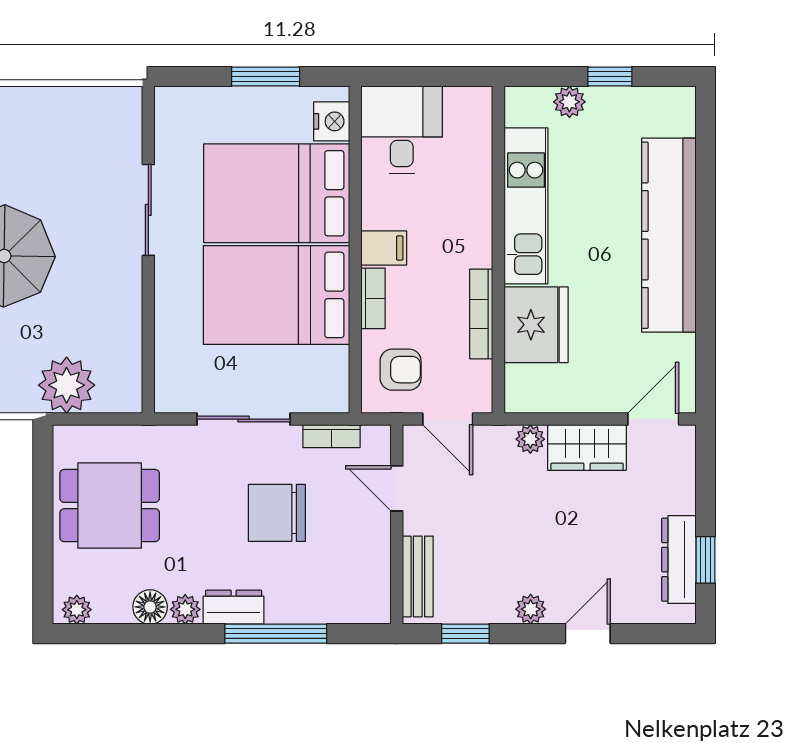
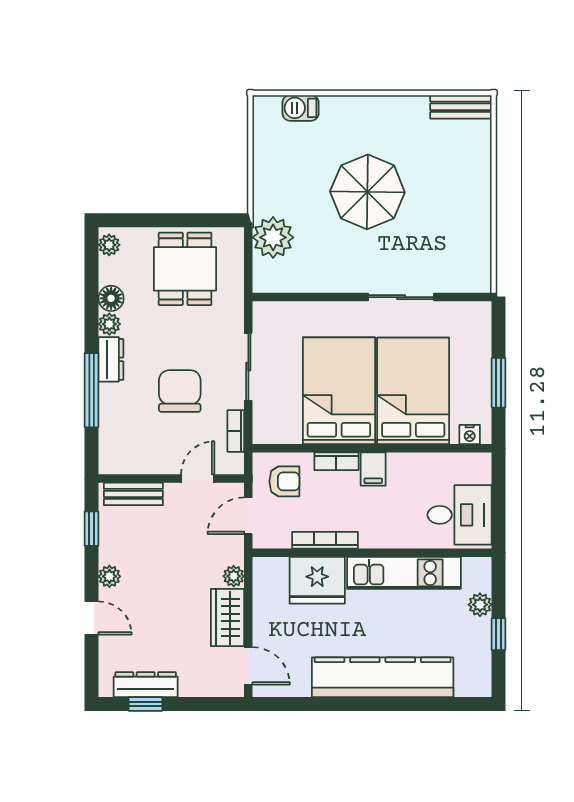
nightstand: (332, 121) -> (470, 434), width x0.72, depth x0.74
desk: (402, 130) -> (460, 515), moved
armchair: (401, 370) -> (284, 481), turned -90

